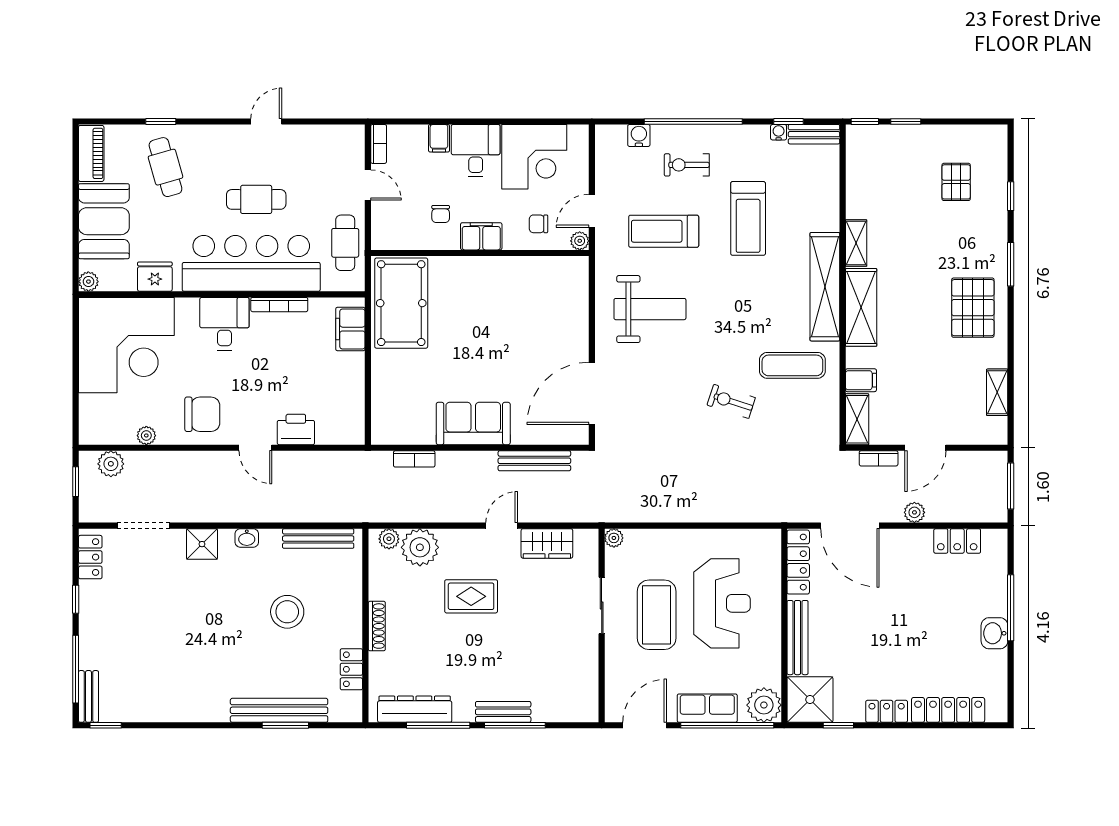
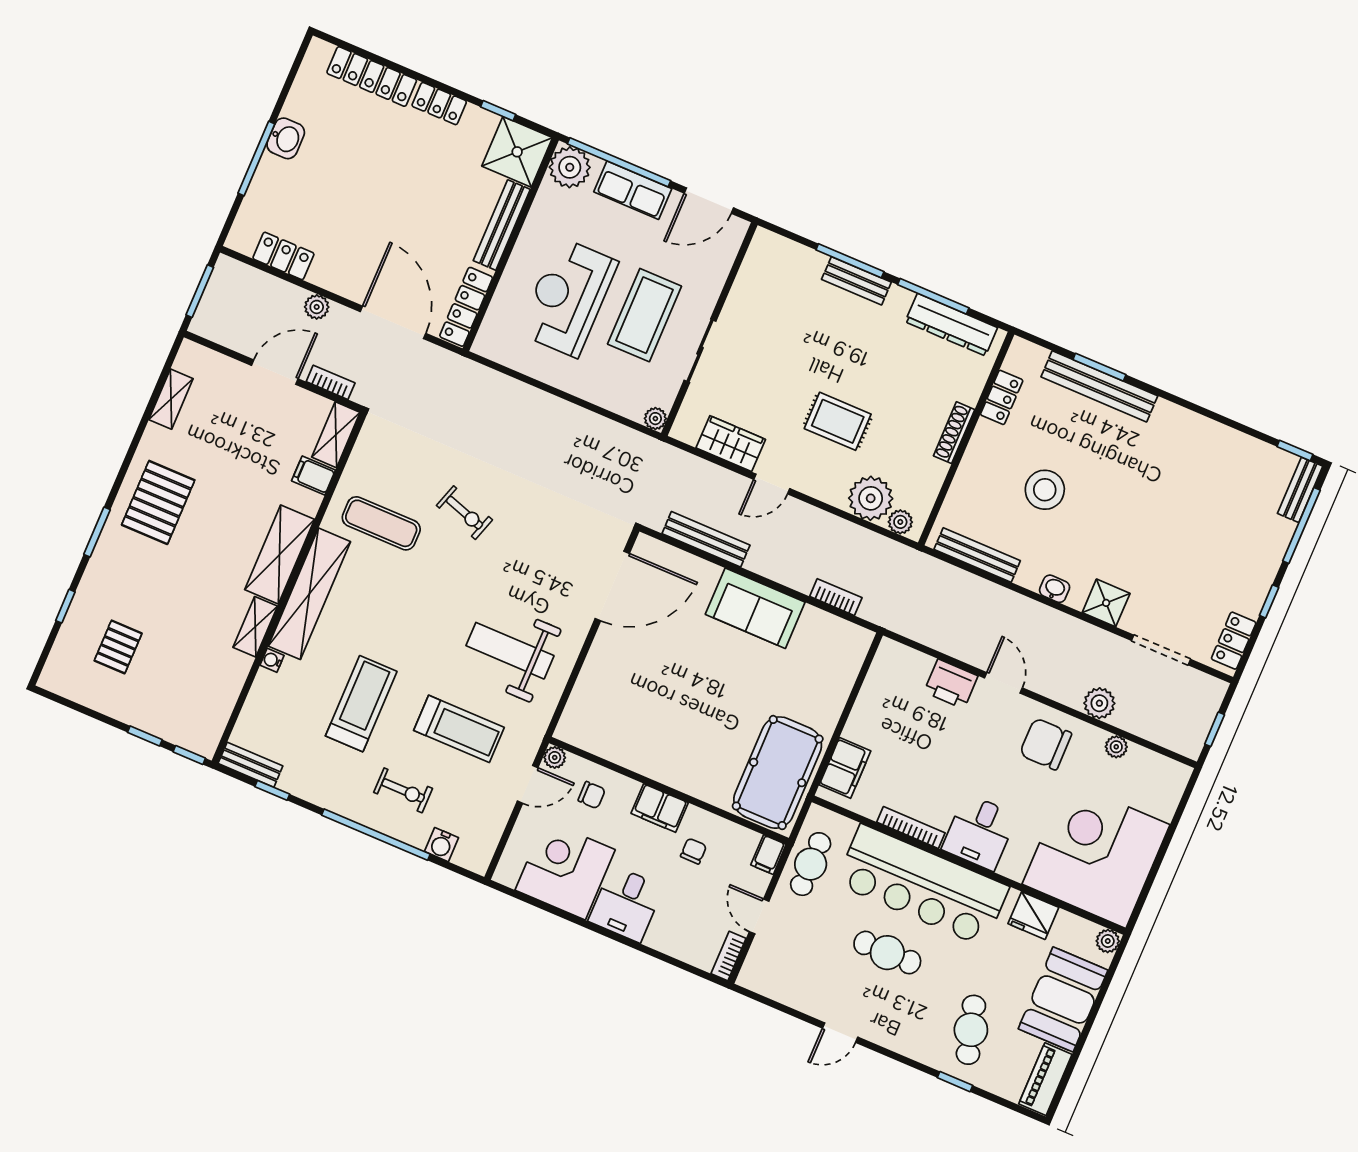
water cooler: (779, 132) -> (272, 660), moved, turned 90
filing cabinet: (439, 138) -> (768, 855), moved, turned 180
plant: (111, 464) -> (1099, 703), moved

